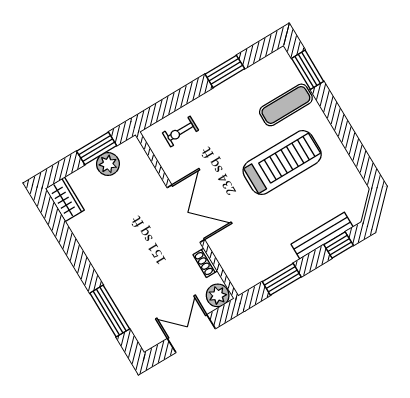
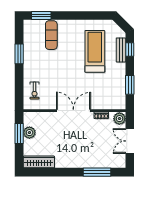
treadmill: (282, 163) -> (95, 51), moved
wardrobe: (65, 199) -> (39, 162), width x1.50
bench: (322, 236) -> (121, 50), width x0.73

